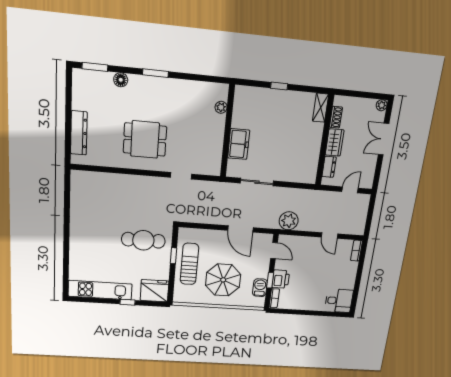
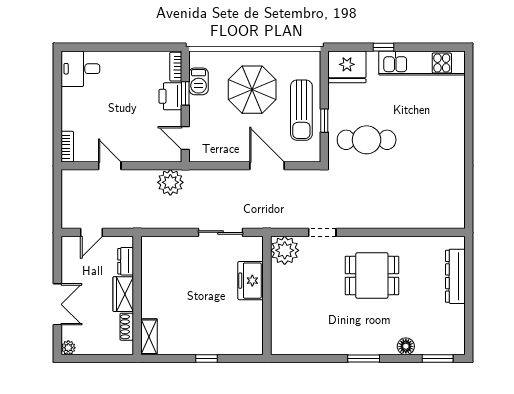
plant: (221, 107) -> (285, 250), moved, width x1.87, depth x1.87
door: (240, 229) -> (267, 166), moved

